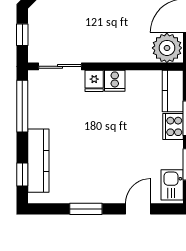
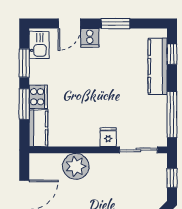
plant: (167, 48) -> (76, 166), moved
cooker: (115, 81) -> (90, 38), moved, turned 180

